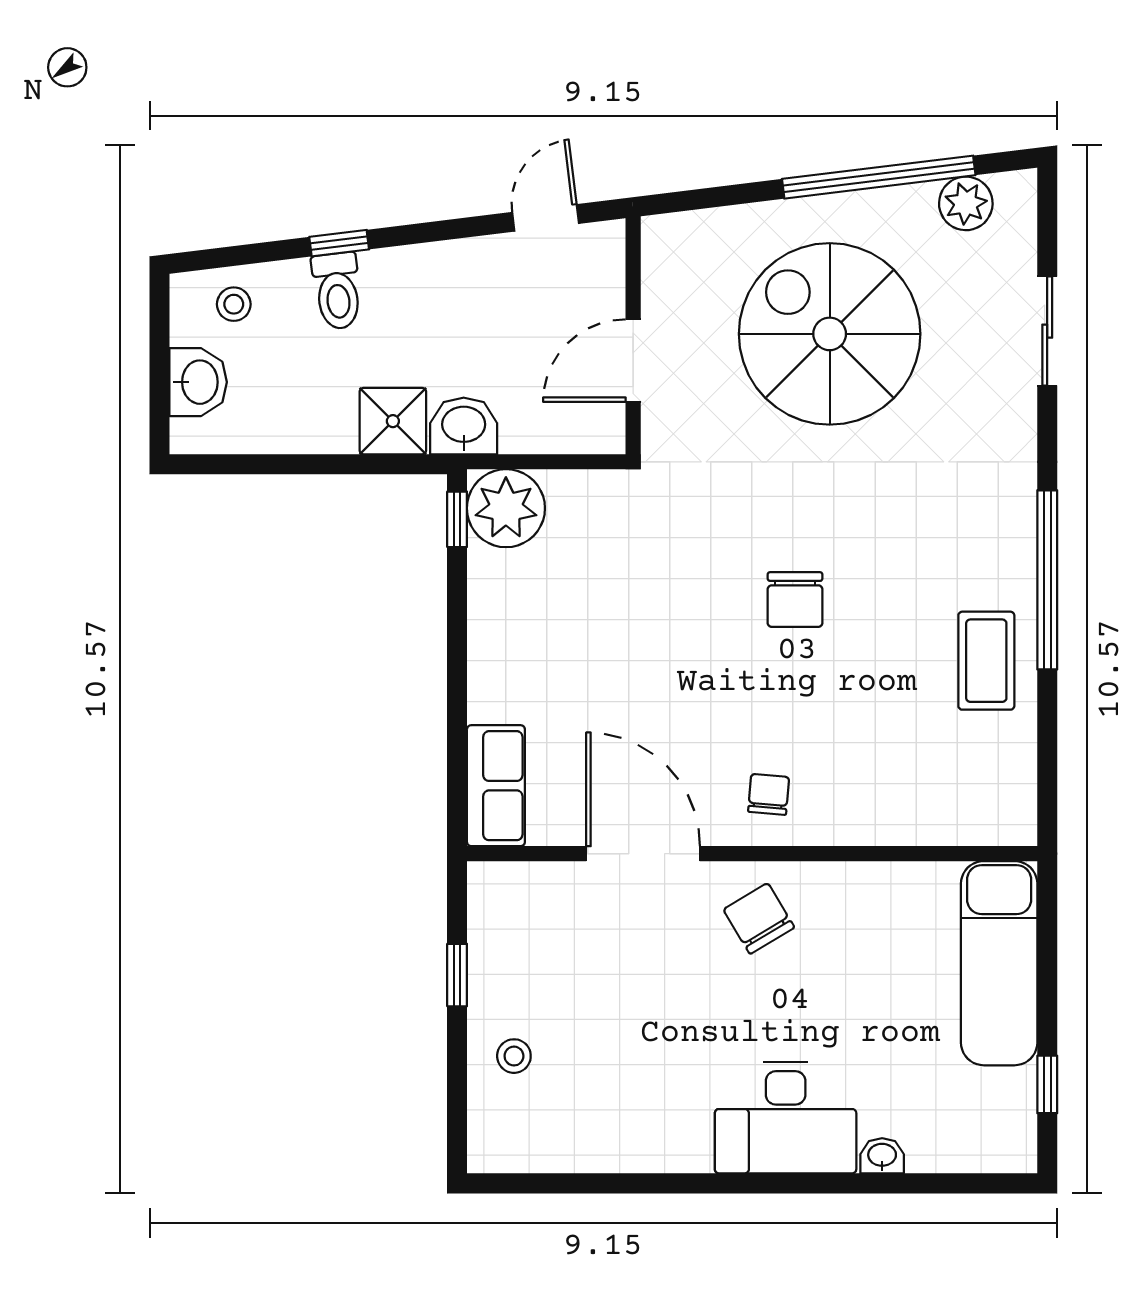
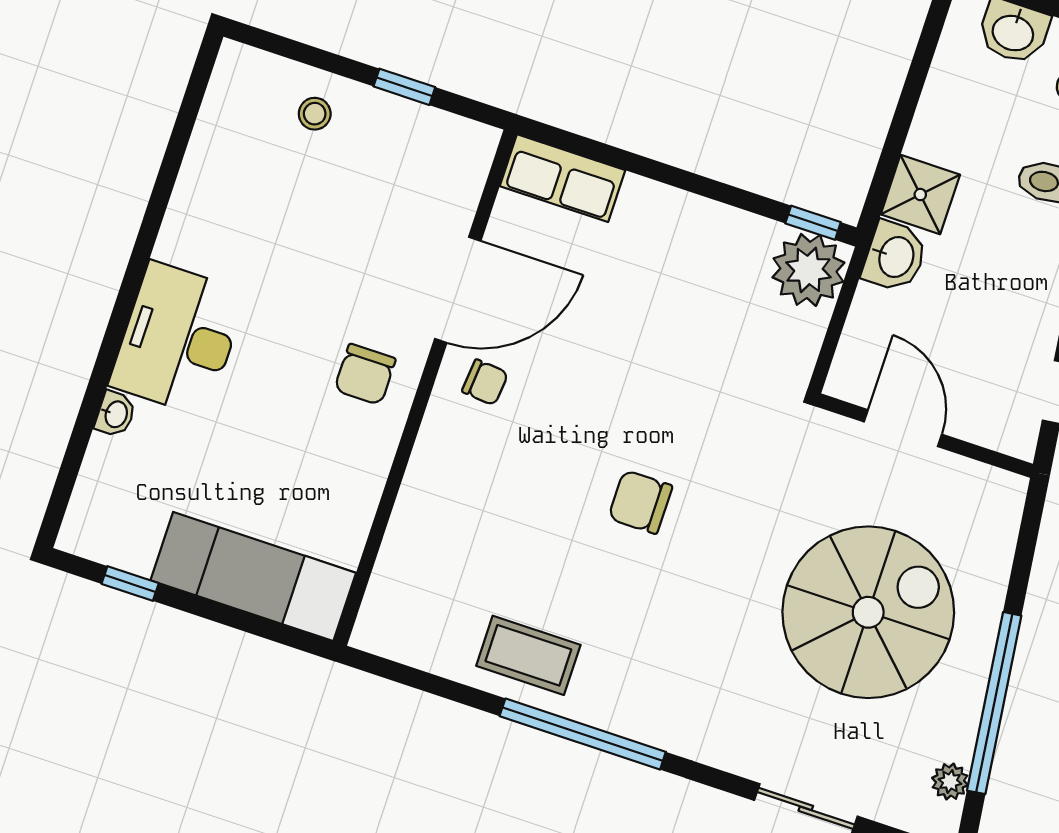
plant: (966, 203) -> (950, 781), width x0.73, depth x0.73
chair: (769, 794) -> (485, 382), moved
chair: (759, 918) -> (365, 374), turned 121

